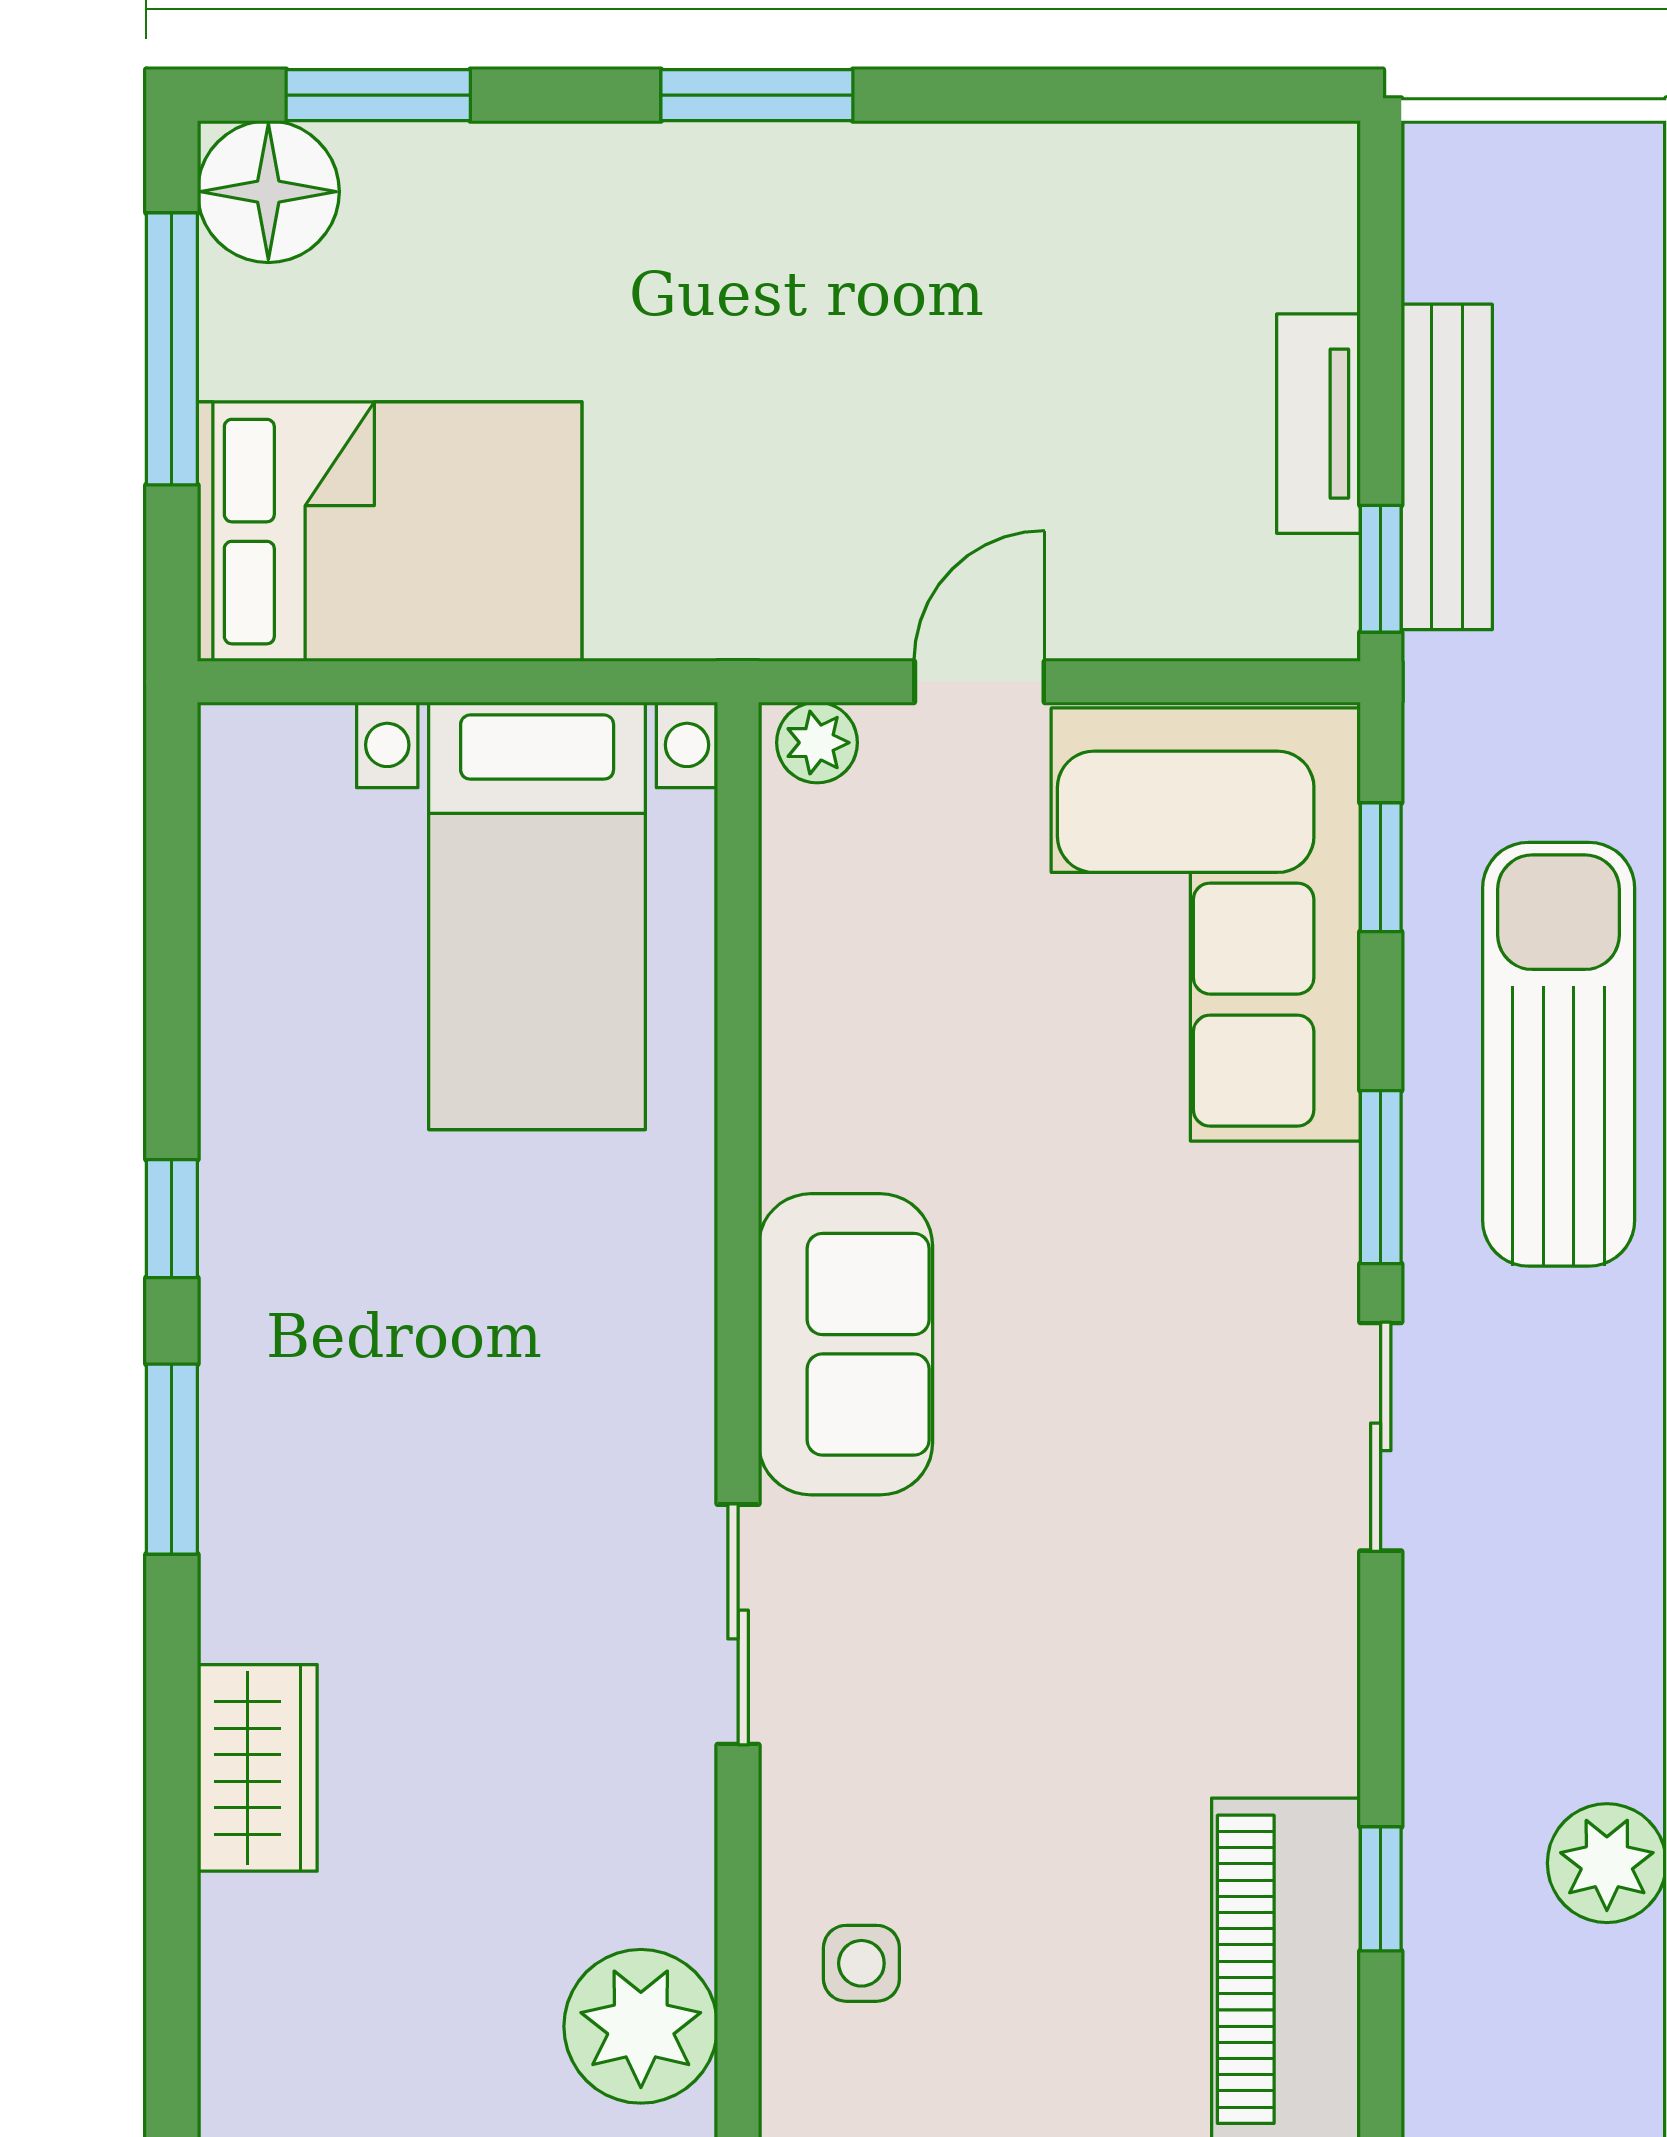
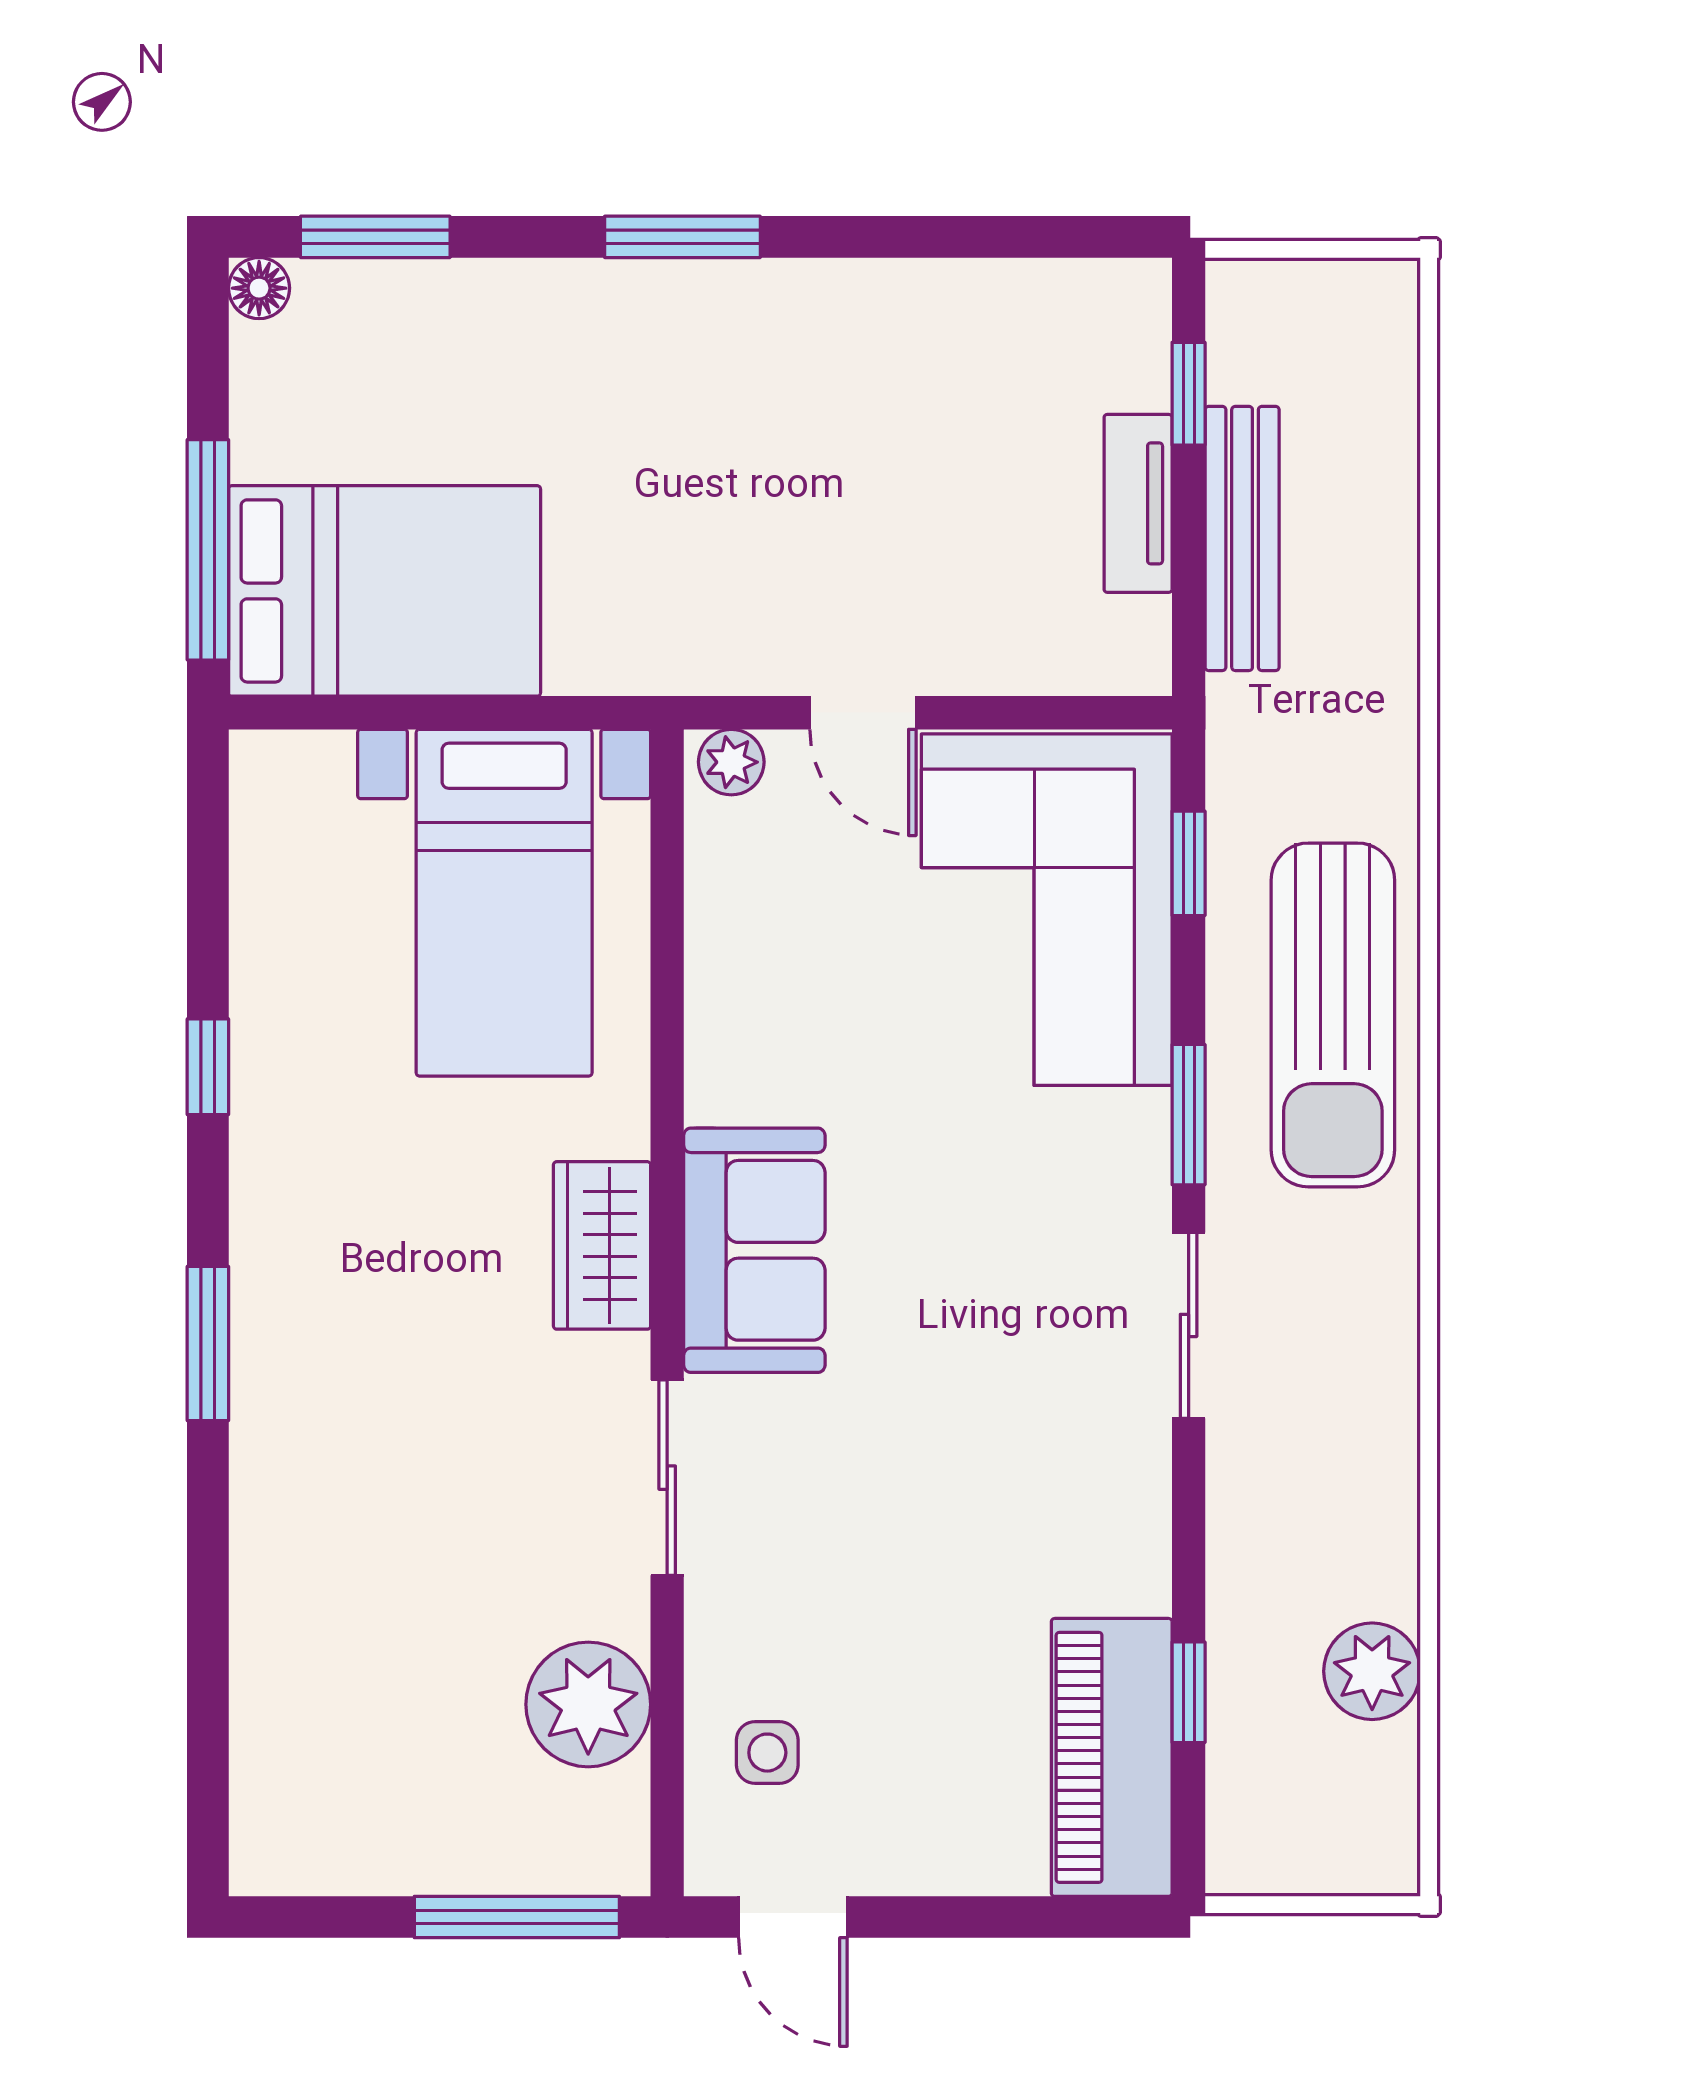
floor lamp: (268, 192) -> (259, 288), width x0.53, depth x0.53
window: (172, 349) -> (208, 550), moved
window: (1381, 569) -> (1189, 394), moved
door: (979, 682) -> (863, 713), swing flipped
sun lounger: (1559, 1054) -> (1333, 1015), turned 180
window: (172, 1219) -> (208, 1067), moved
wardrobe: (257, 1768) -> (602, 1245), moved, turned 180
plant: (641, 2026) -> (588, 1704), moved

